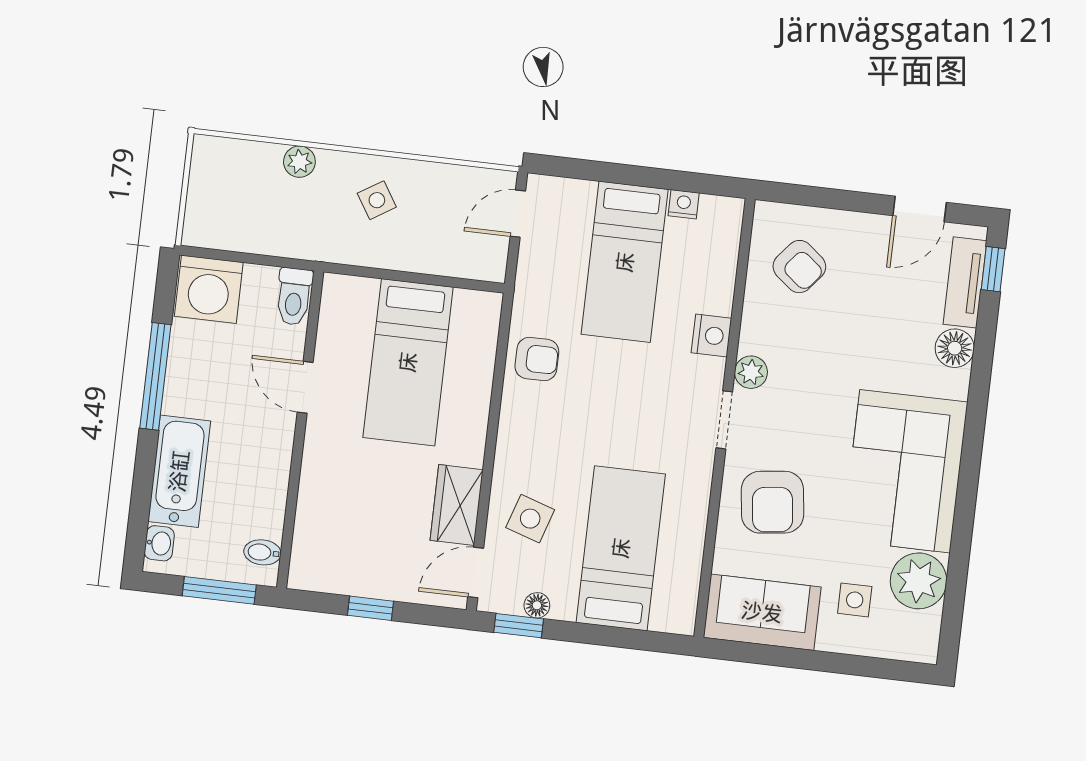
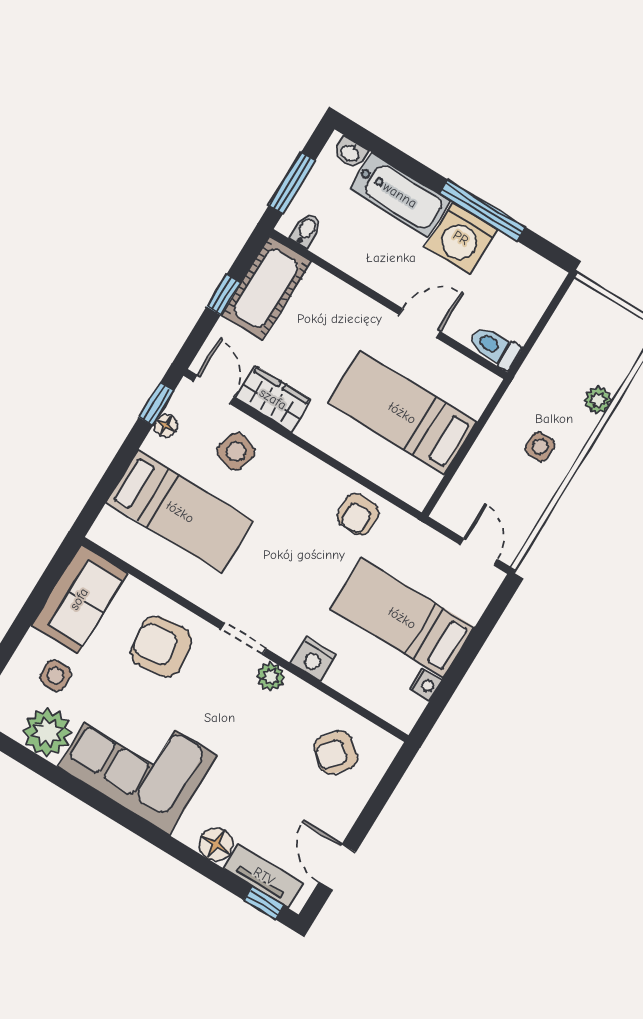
side table: (377, 200) -> (540, 447), turned 32
washing machine: (209, 289) -> (461, 238), moved, turned -90
cot: (343, 566) -> (266, 288), added

